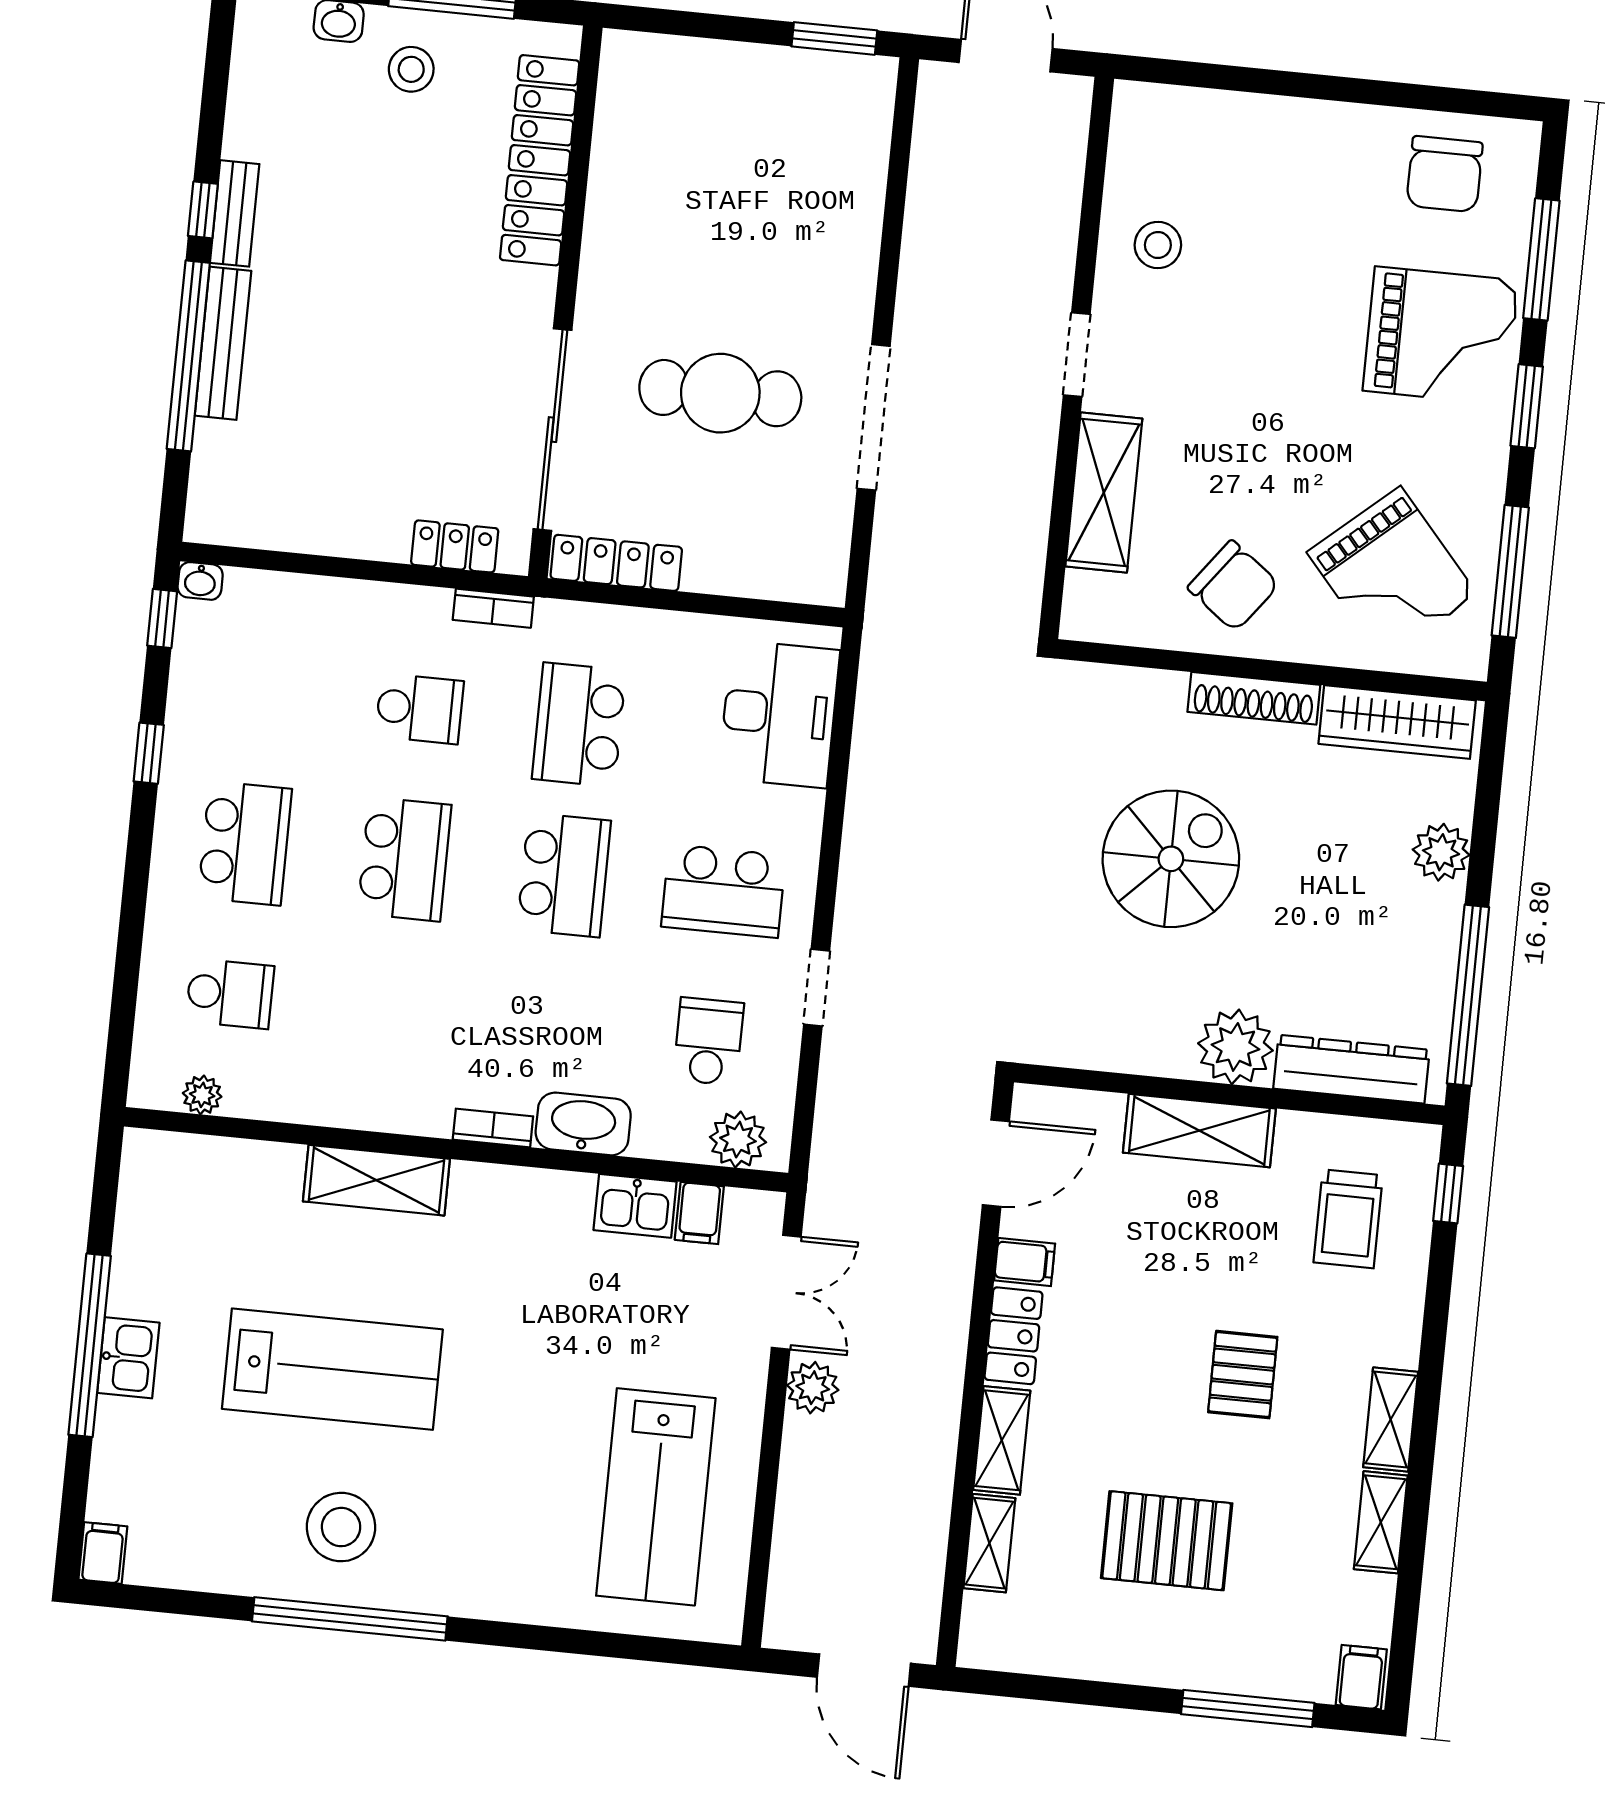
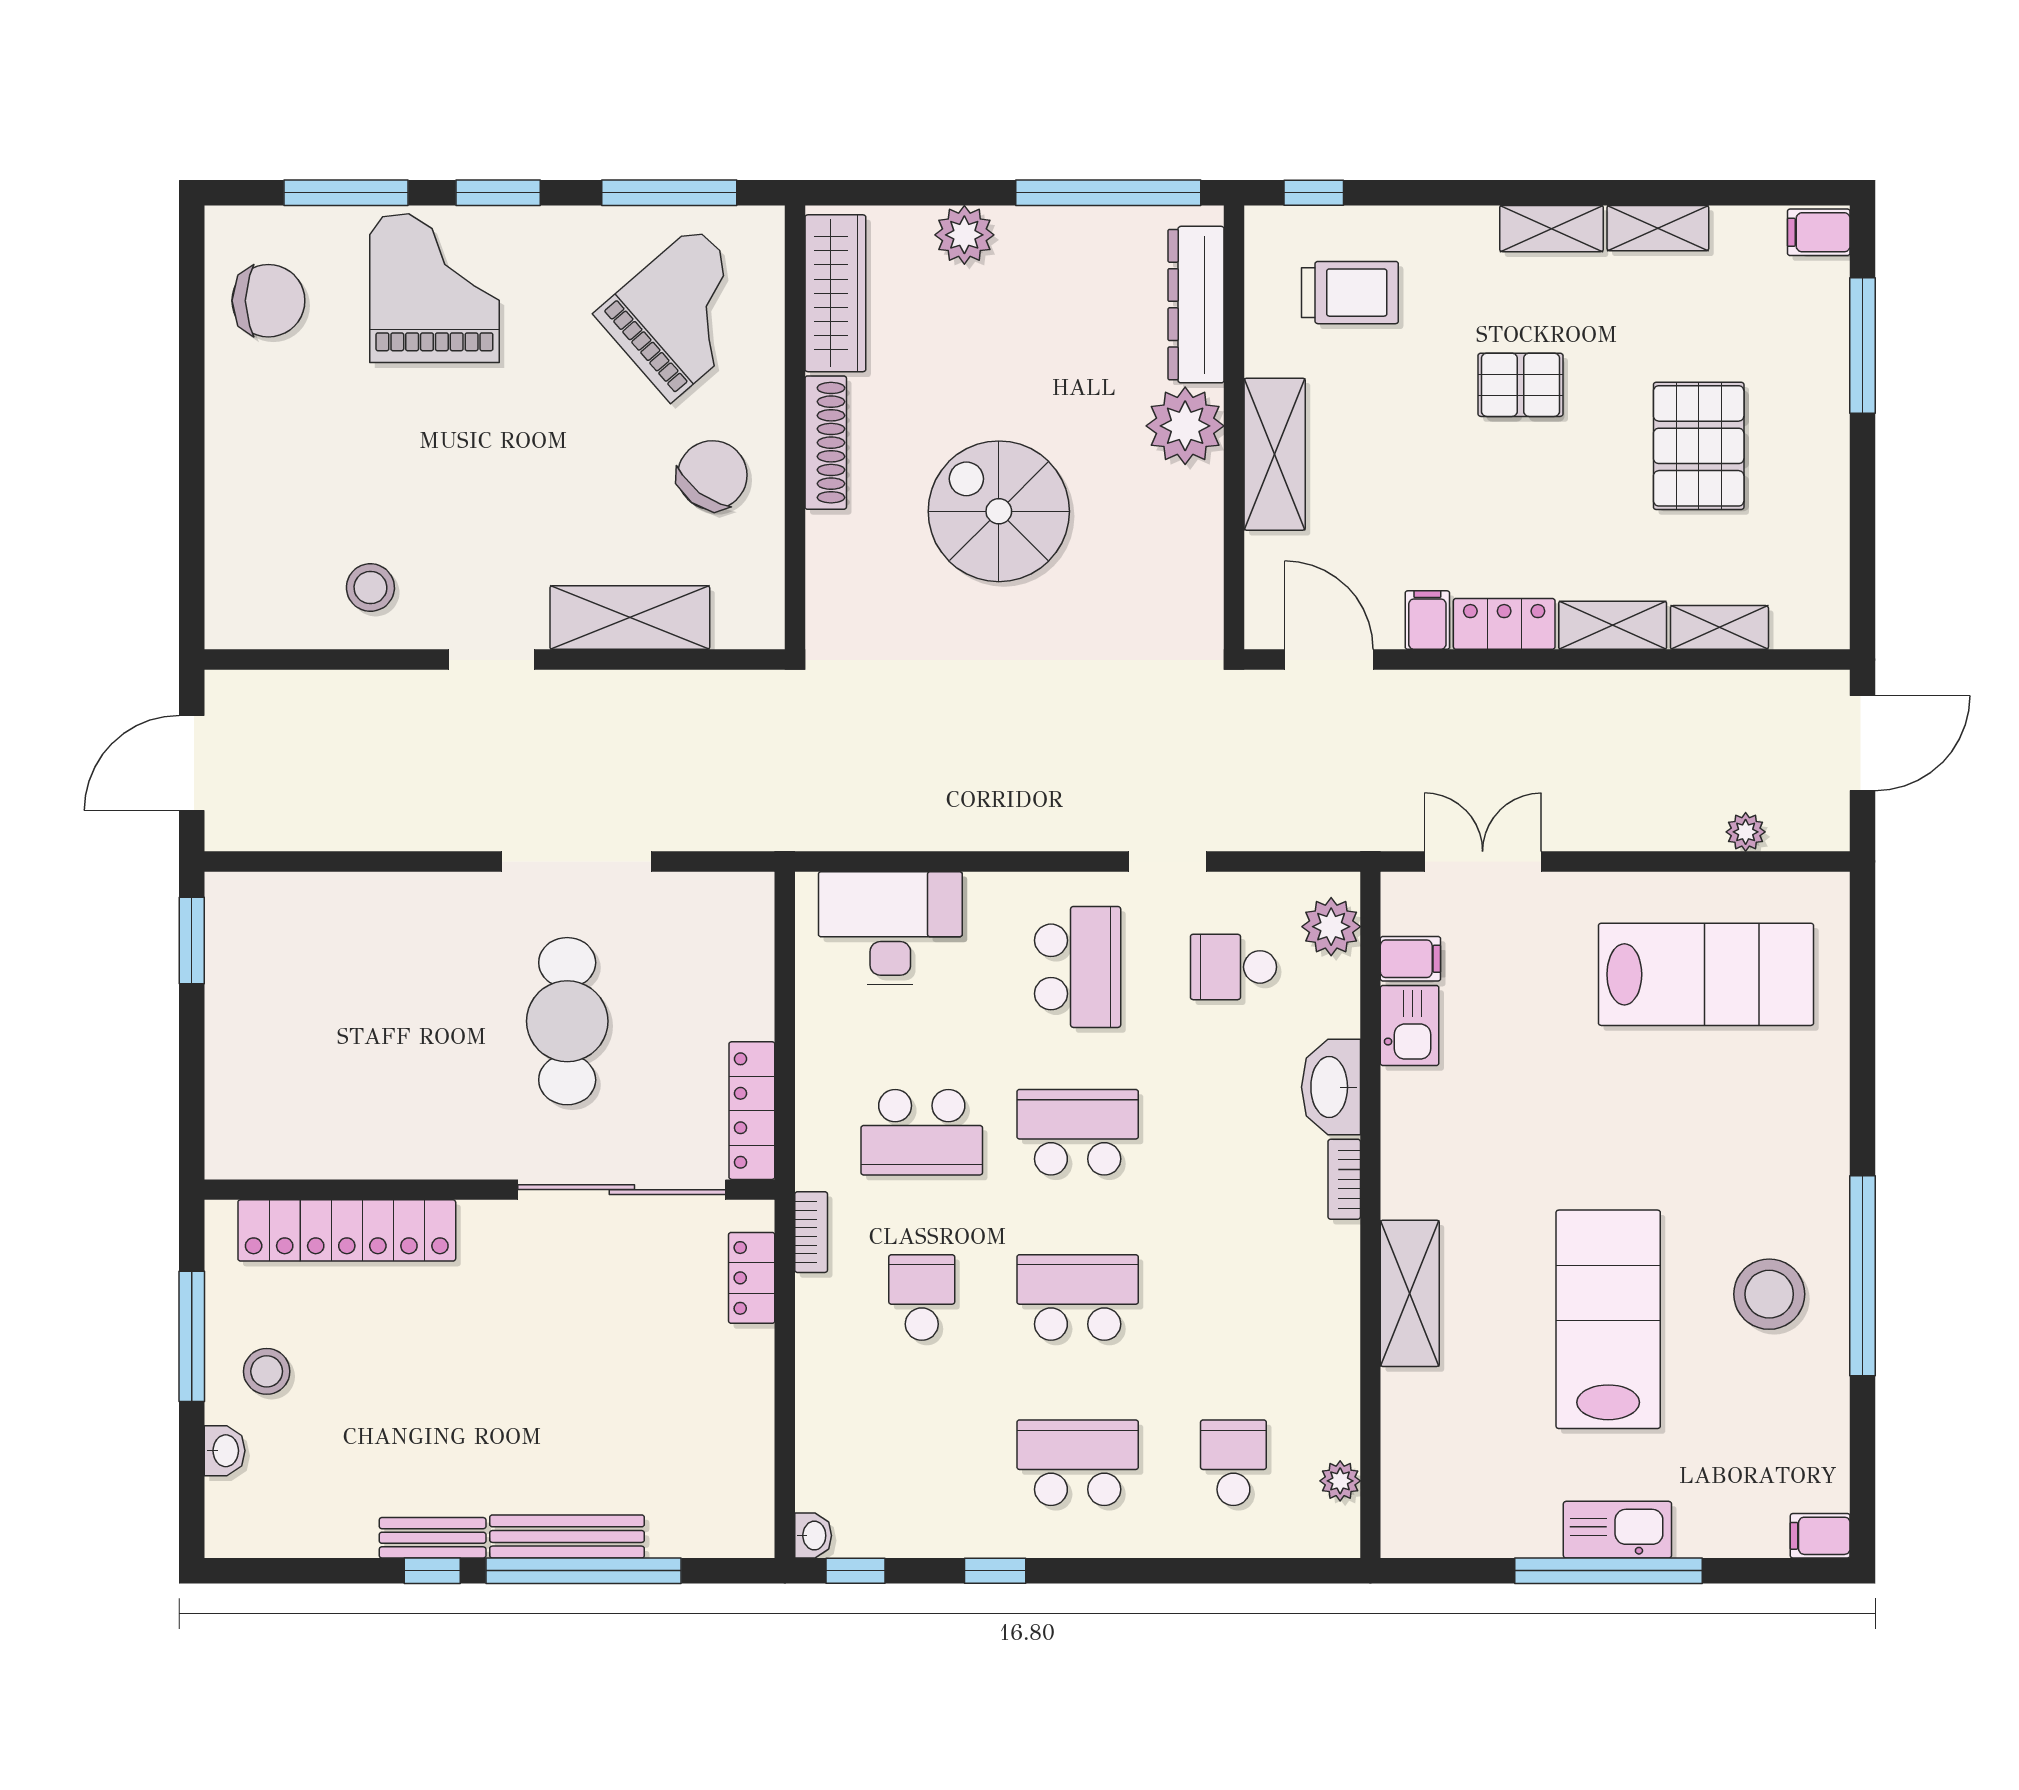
kitchen sink: (128, 1358) -> (1617, 1530), width x1.38
plant: (813, 1388) -> (1746, 832), moved, width x0.73, depth x0.73

